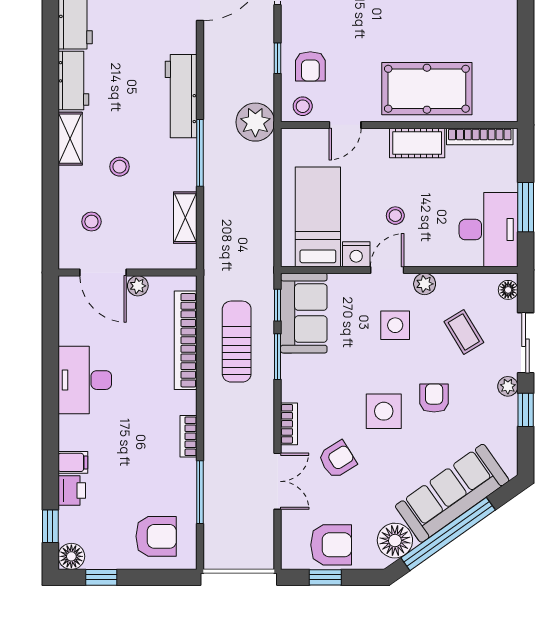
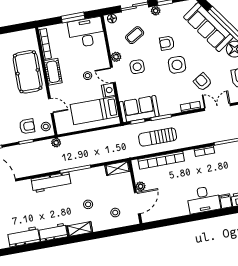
plant: (255, 122) -> (56, 143), width x0.53, depth x0.53
shelving: (185, 218) -> (118, 168), moved
desk: (85, 380) -> (203, 200), moved

